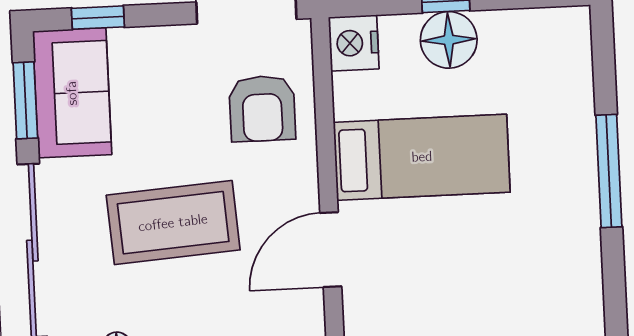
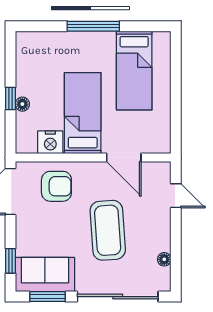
floor lamp: (449, 40) -> (22, 104), width x0.53, depth x0.53
nightstand: (354, 43) -> (50, 142), moved
bed: (518, 263) -> (134, 70), added

